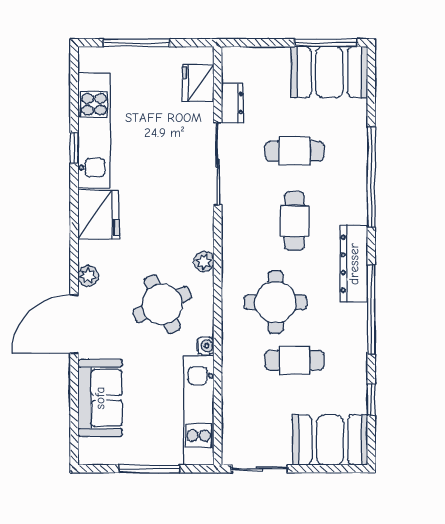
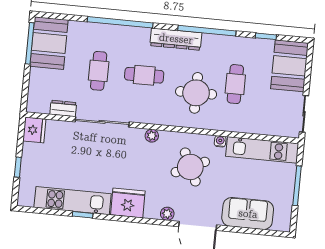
window: (137, 43) -> (18, 167), width x0.46
fridge: (198, 83) -> (34, 130), moved, turned -90
plant: (204, 261) -> (152, 136), moved

